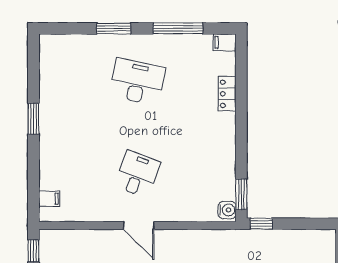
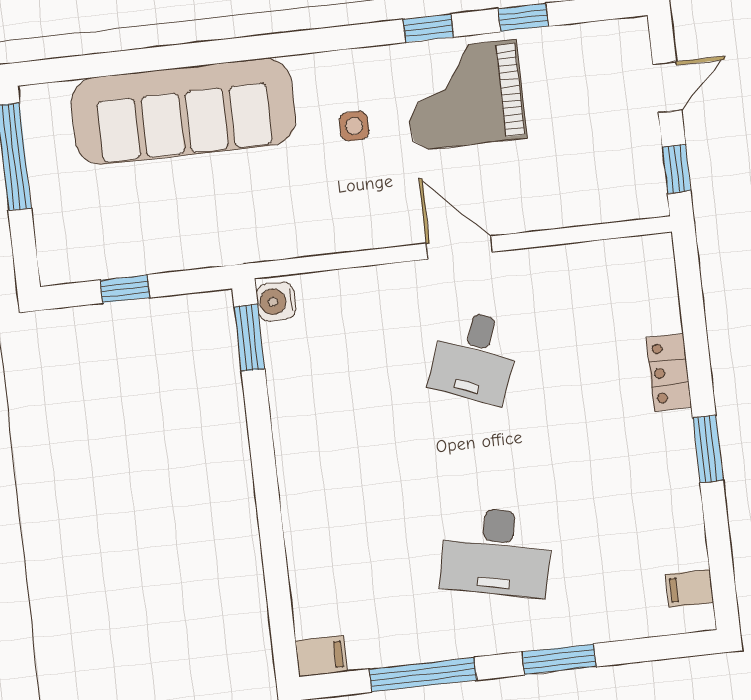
locker: (227, 94) -> (669, 372), moved, turned 180
filing cabinet: (49, 199) -> (690, 588), moved
window: (261, 224) -> (125, 289), moved

